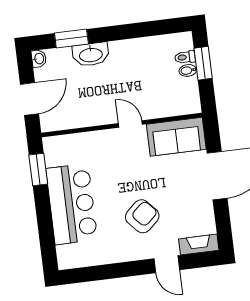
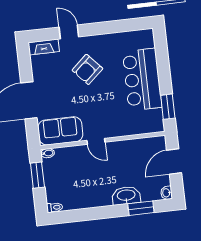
toilet: (185, 57) -> (55, 207), moved
window: (203, 63) -> (37, 175), moved
bidet: (188, 70) -> (48, 153), moved

